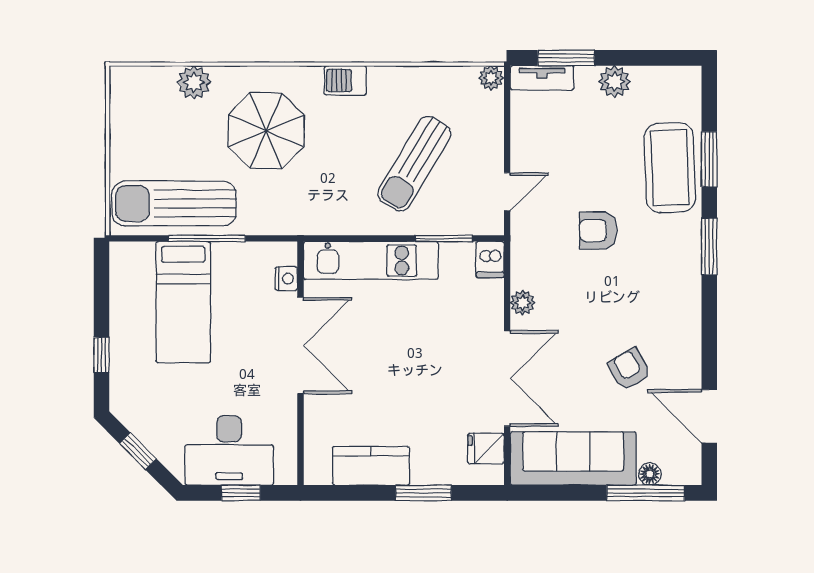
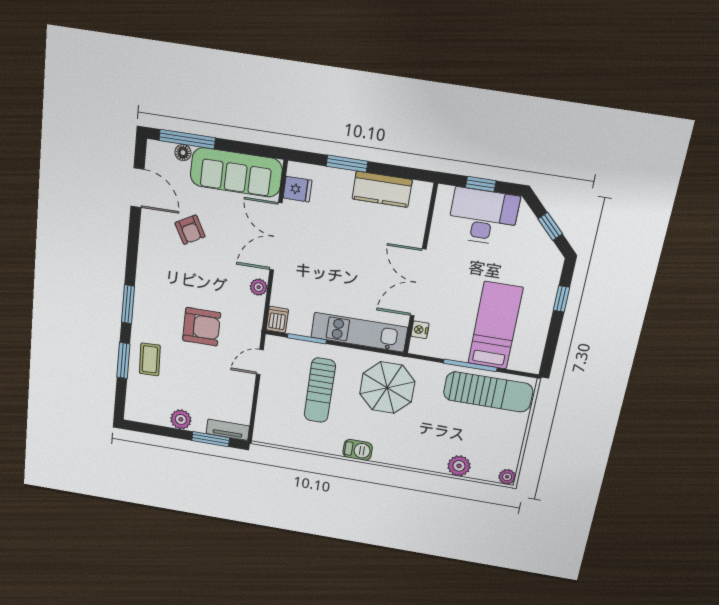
plant: (491, 78) -> (507, 477), moved
parasol: (266, 131) -> (387, 388), moved
sun lounger: (414, 164) -> (320, 390), turned 149
coffee table: (670, 168) -> (150, 359), width x0.54, depth x0.58
armchair: (598, 231) -> (202, 327), width x1.38, depth x1.38

